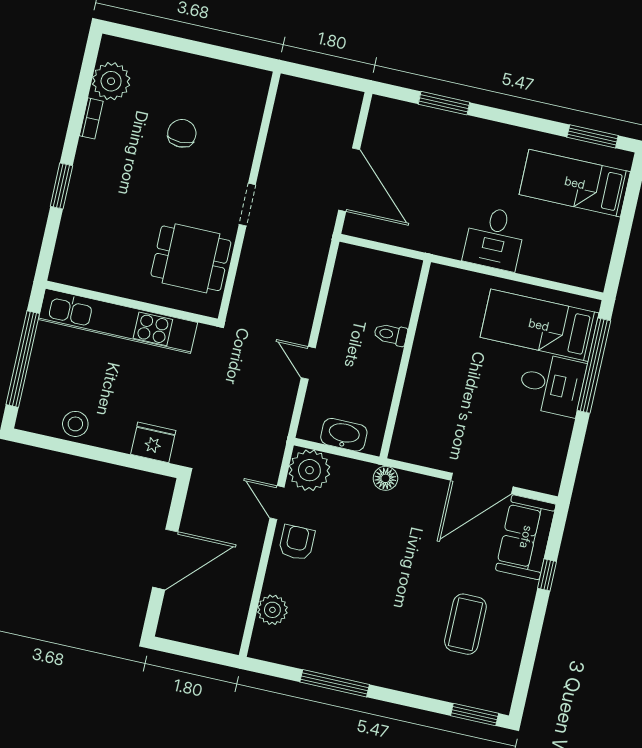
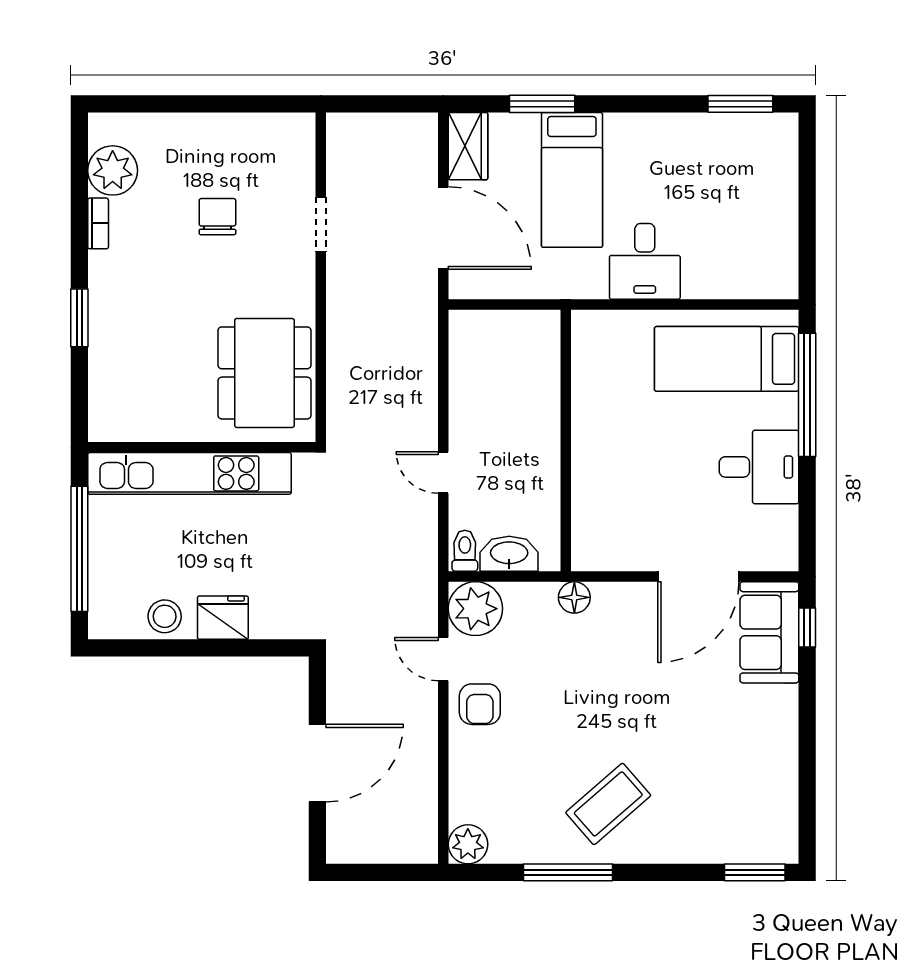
wardrobe: (381, 122) -> (468, 146), added
bed: (575, 183) -> (572, 180), moved, turned -90
doorway: (247, 205) -> (321, 224), moved
dining table: (191, 258) -> (264, 373), width x1.38
toilet: (391, 334) -> (465, 551), moved, turned 90
desk: (552, 384) -> (759, 467), moved
fridge: (153, 442) -> (223, 618), moved
armchair: (297, 542) -> (480, 704), turned 180
window: (547, 575) -> (807, 628), moved
plant: (272, 610) -> (468, 844), moved
coffee table: (465, 624) -> (608, 804), moved, turned 49

